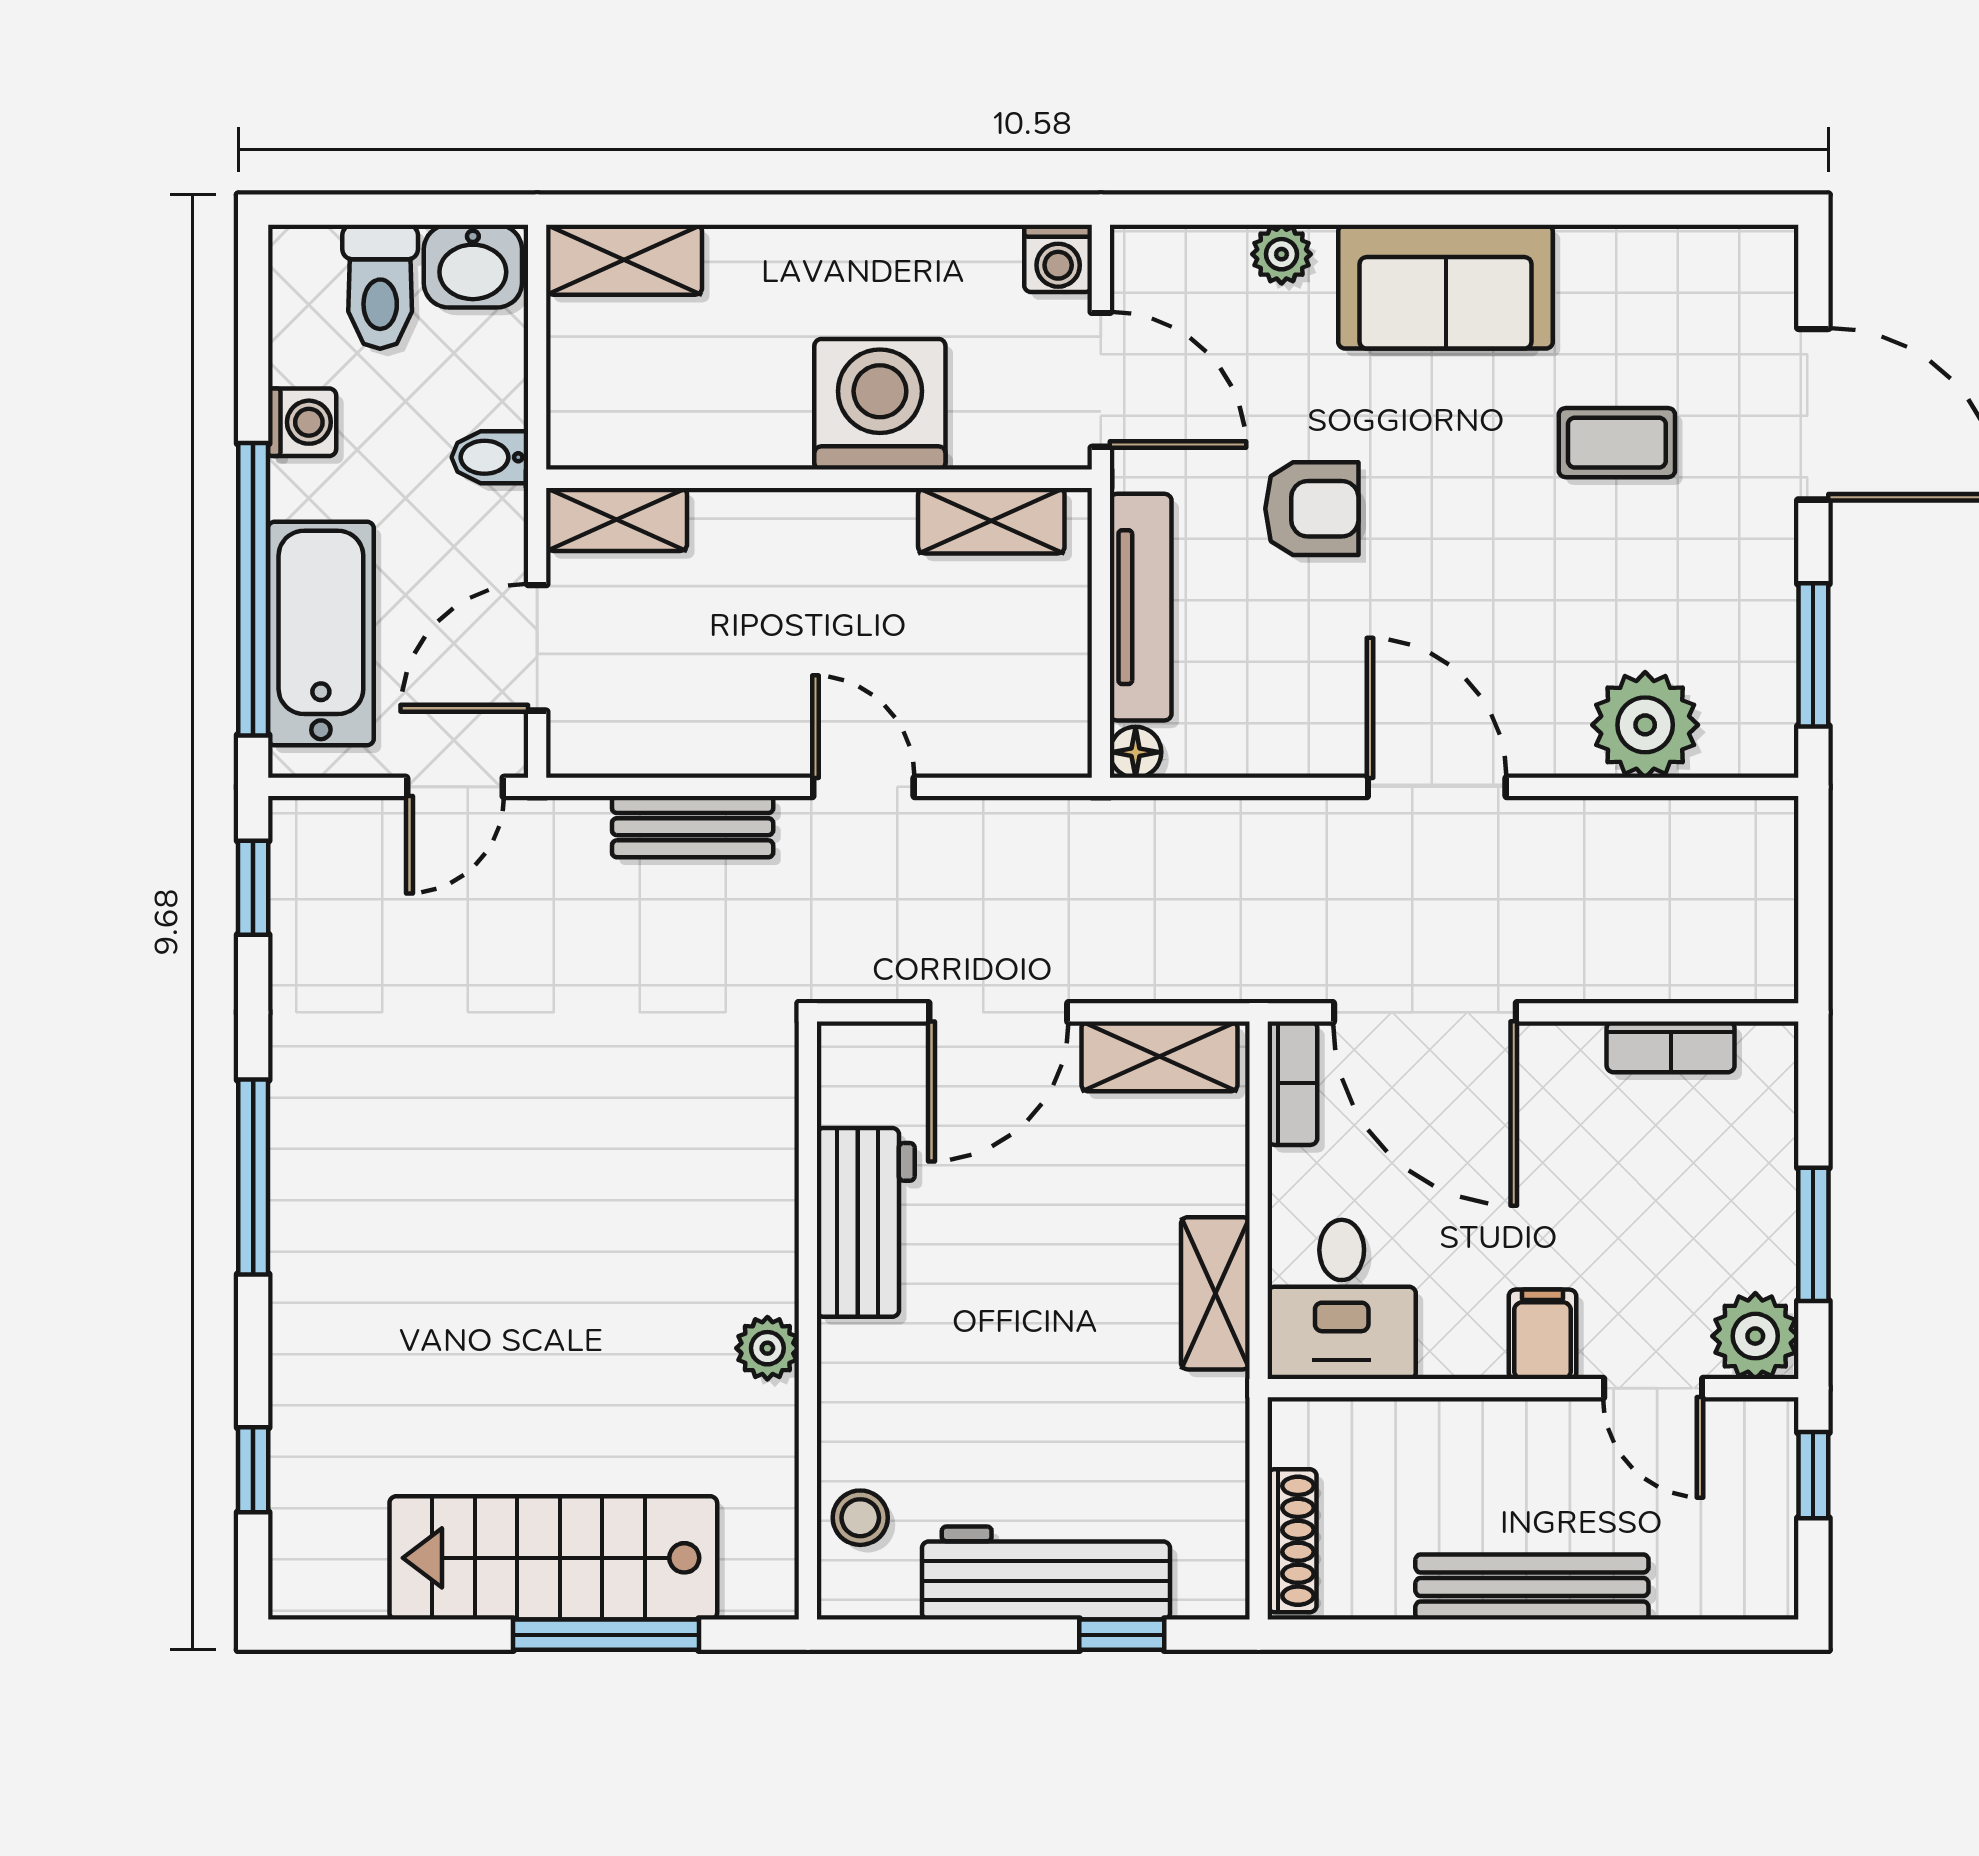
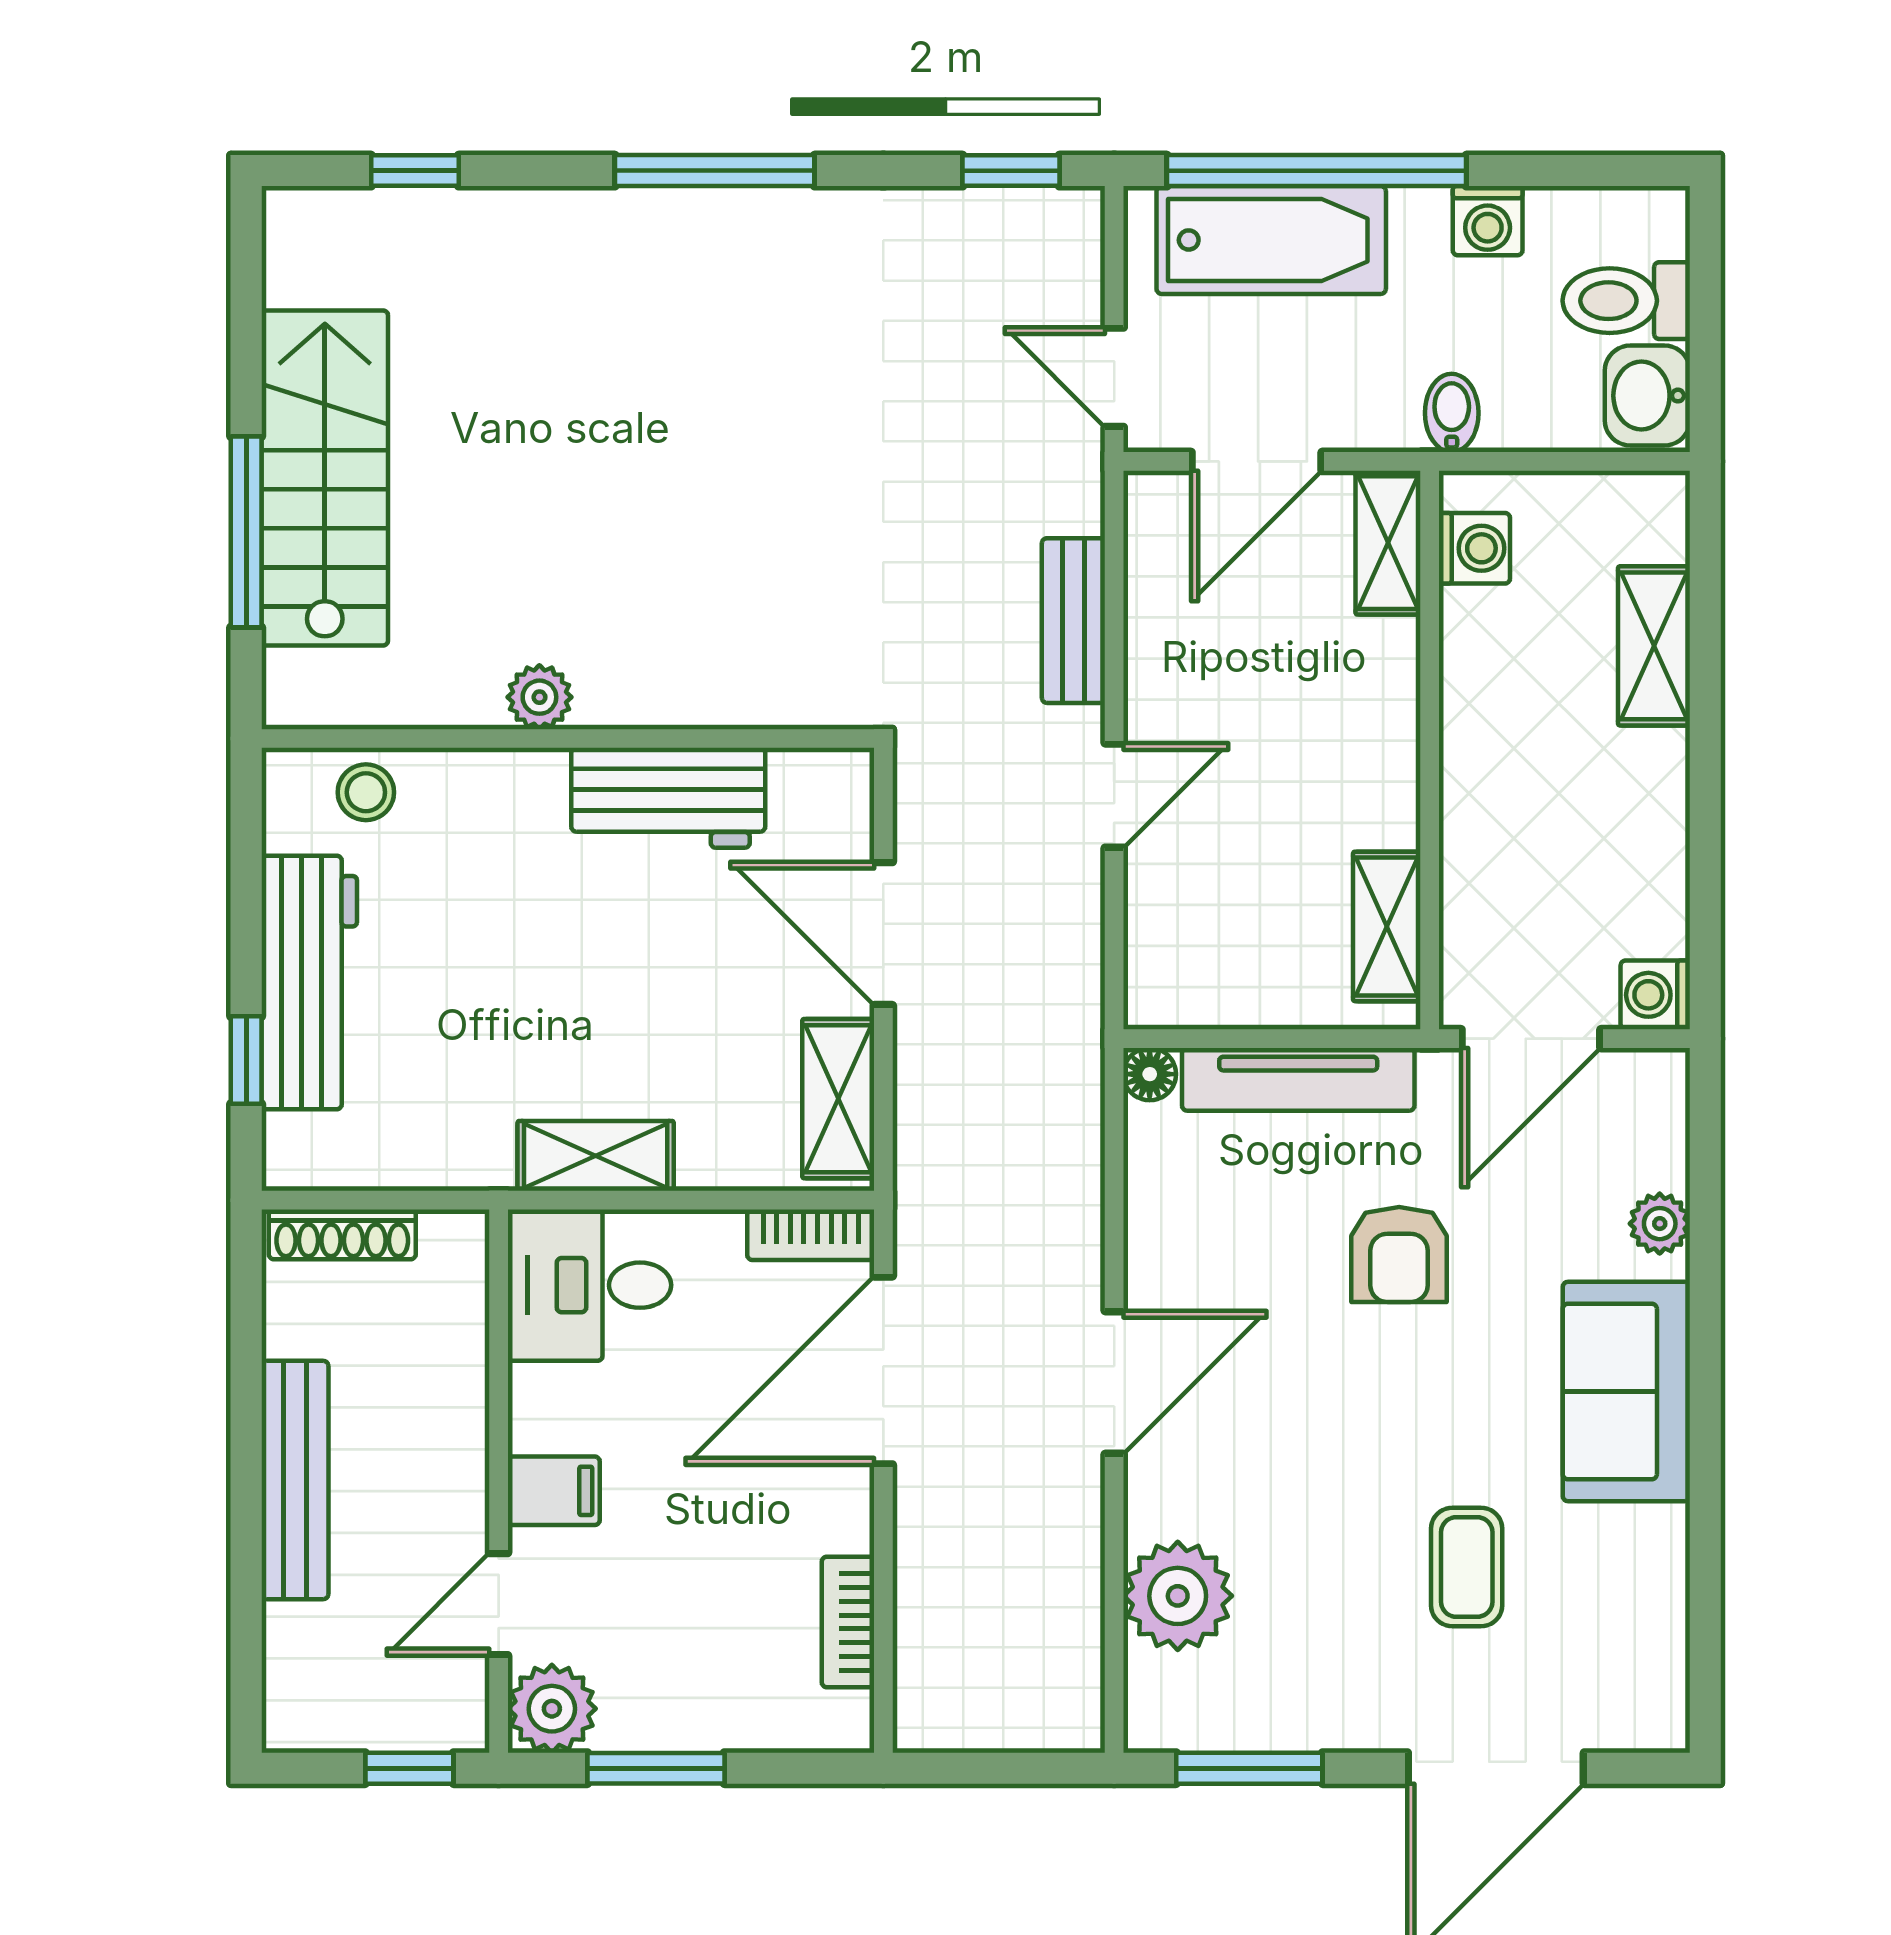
shelving: (624, 260) -> (1654, 646), moved
washing machine: (880, 404) -> (1474, 548), moved, width x0.53, depth x0.53
door: (537, 648) -> (1257, 461), swing flipped

